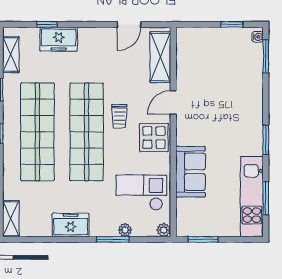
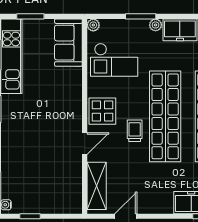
sofa: (191, 172) -> (68, 43), moved
plant: (125, 230) -> (156, 25), moved
window: (203, 239) -> (30, 16), moved

